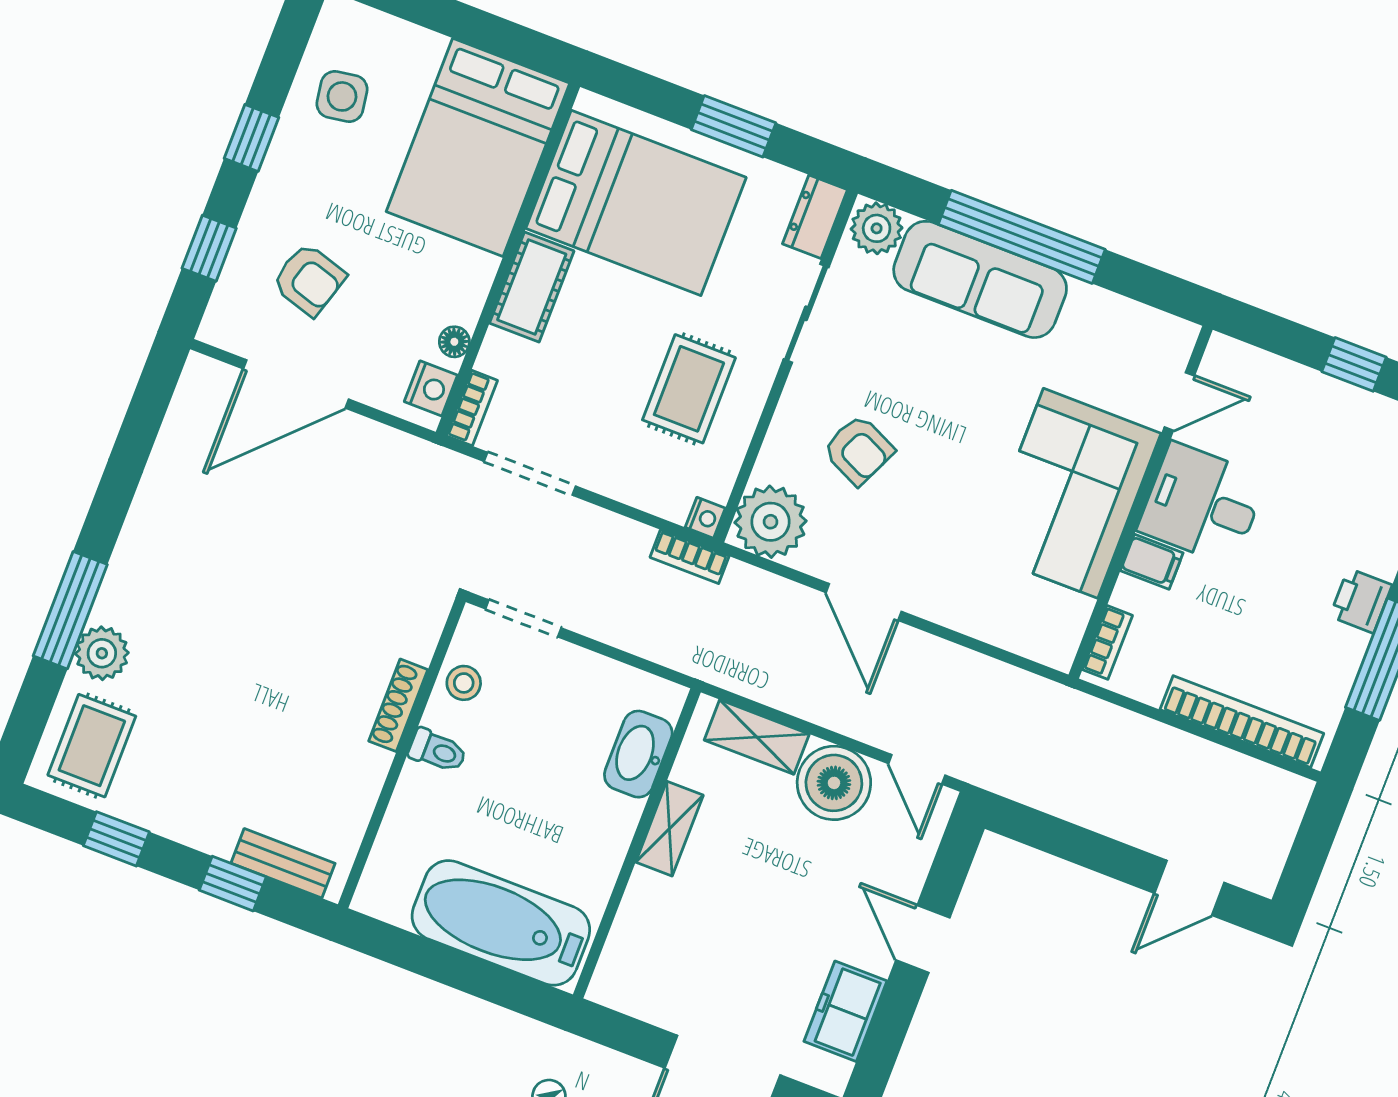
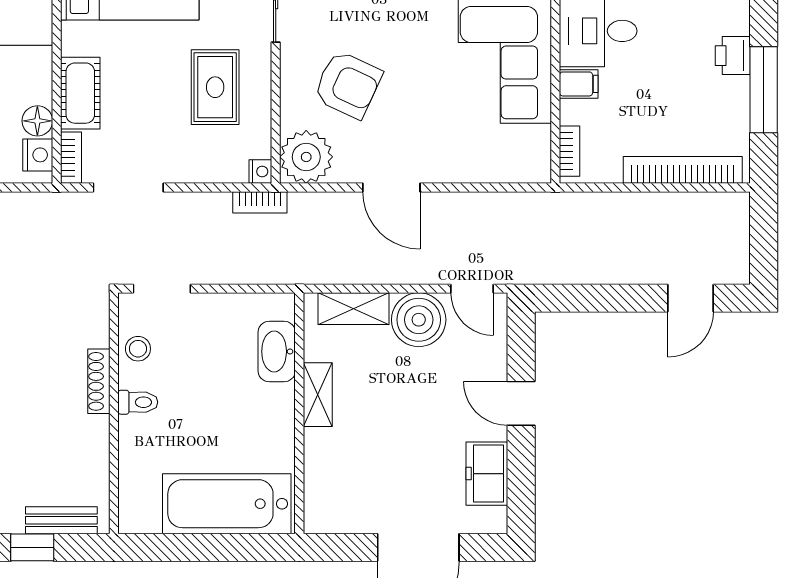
cot: (532, 287) -> (80, 93), moved
floor lamp: (454, 342) -> (37, 121), width x1.37, depth x1.37
armchair: (858, 450) -> (348, 85), width x1.38, depth x1.38

